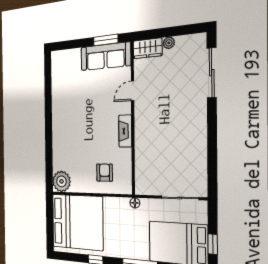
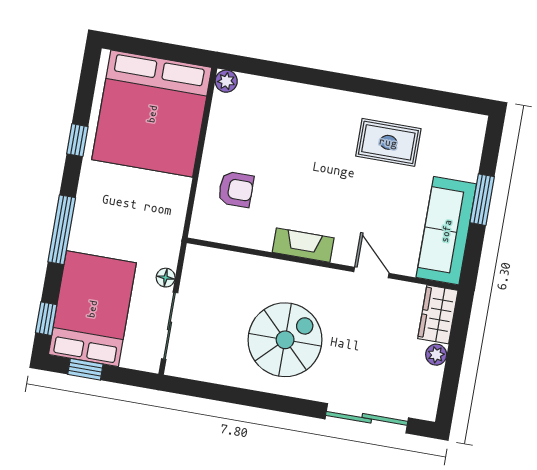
window: (106, 40) -> (482, 200), moved
rug: (70, 98) -> (388, 142), added
spiral stairs: (176, 130) -> (285, 340), added
plant: (62, 181) -> (226, 81), width x0.53, depth x0.53
floor lamp: (135, 203) -> (166, 278), moved

